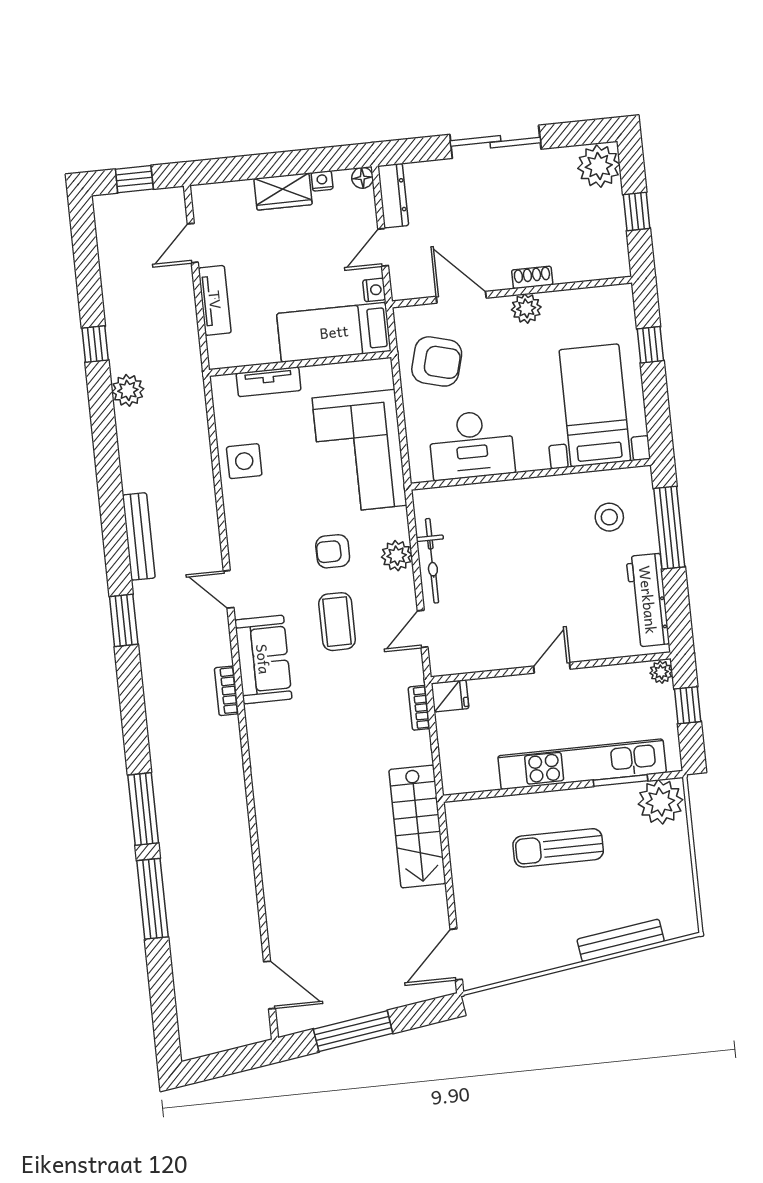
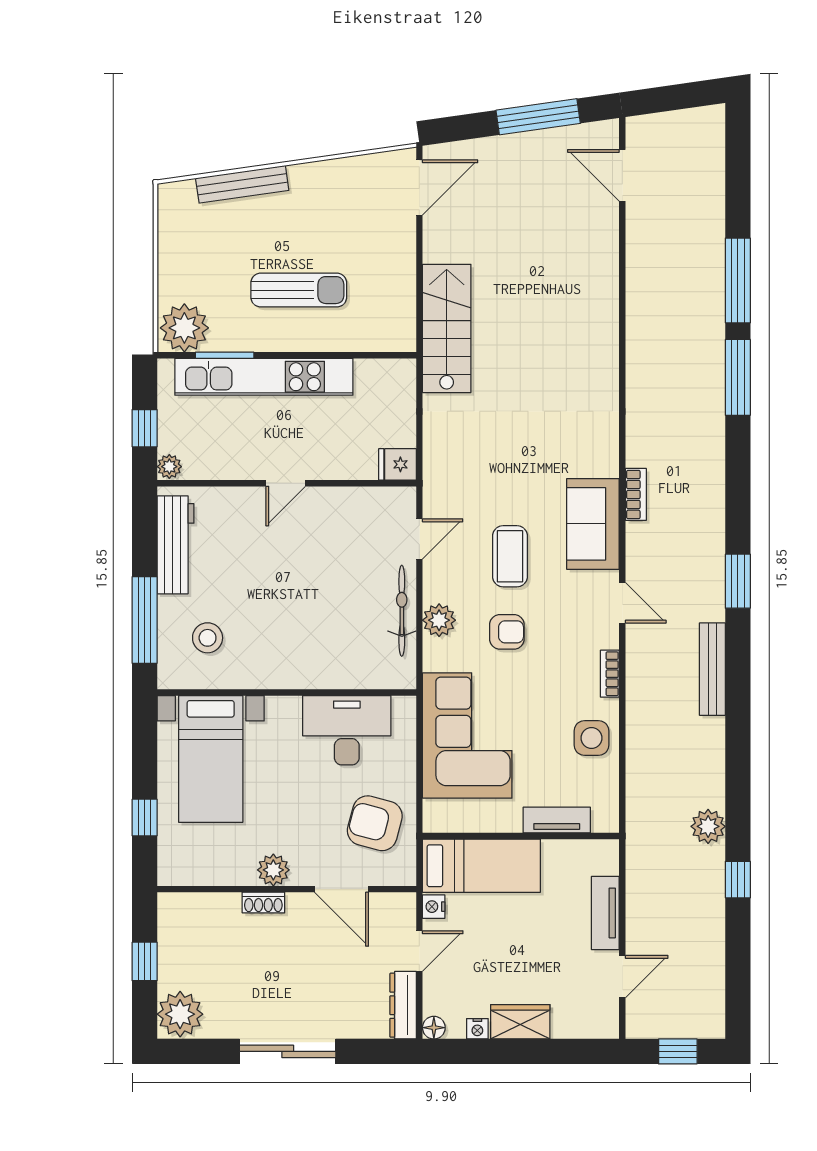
bookcase: (419, 708) -> (610, 674), moved, turned 180

